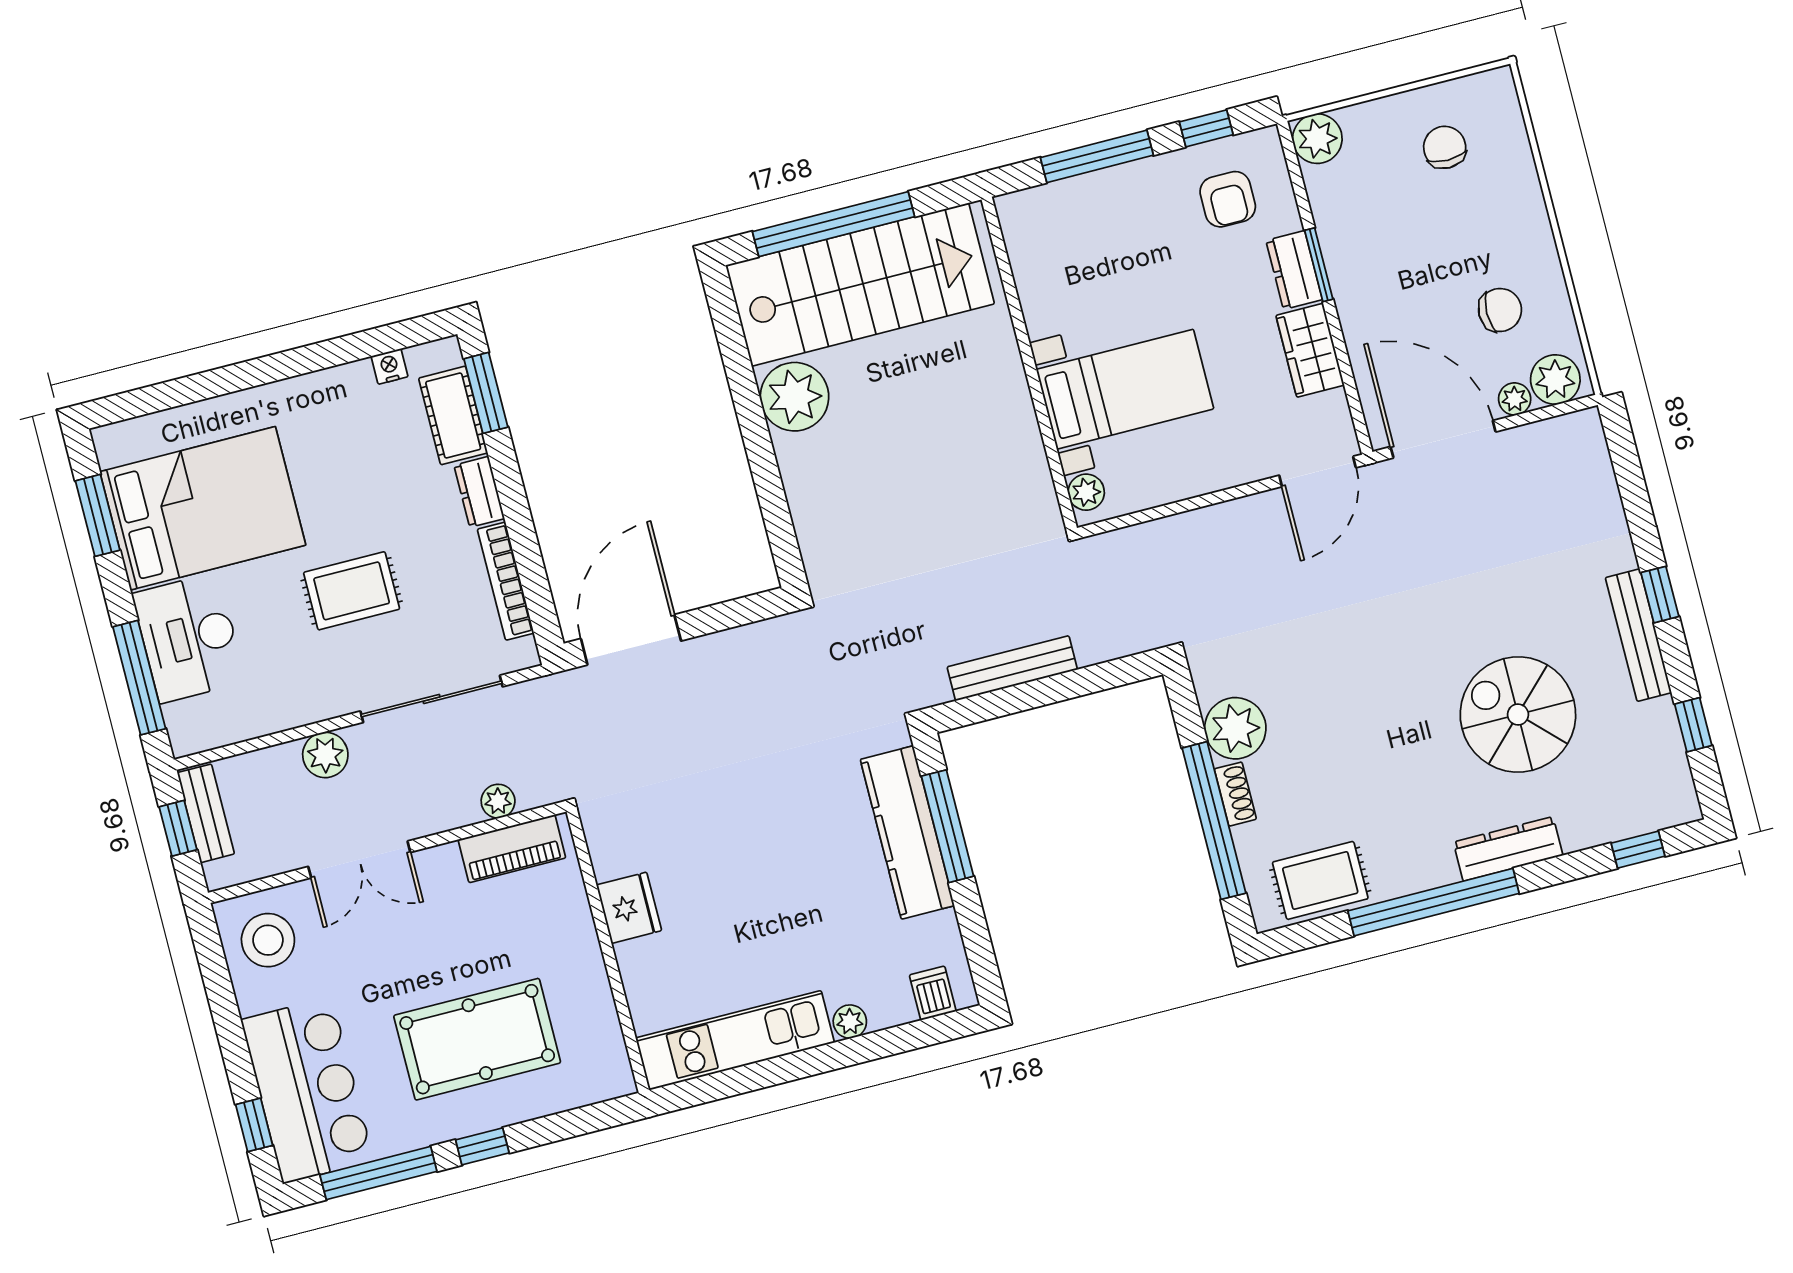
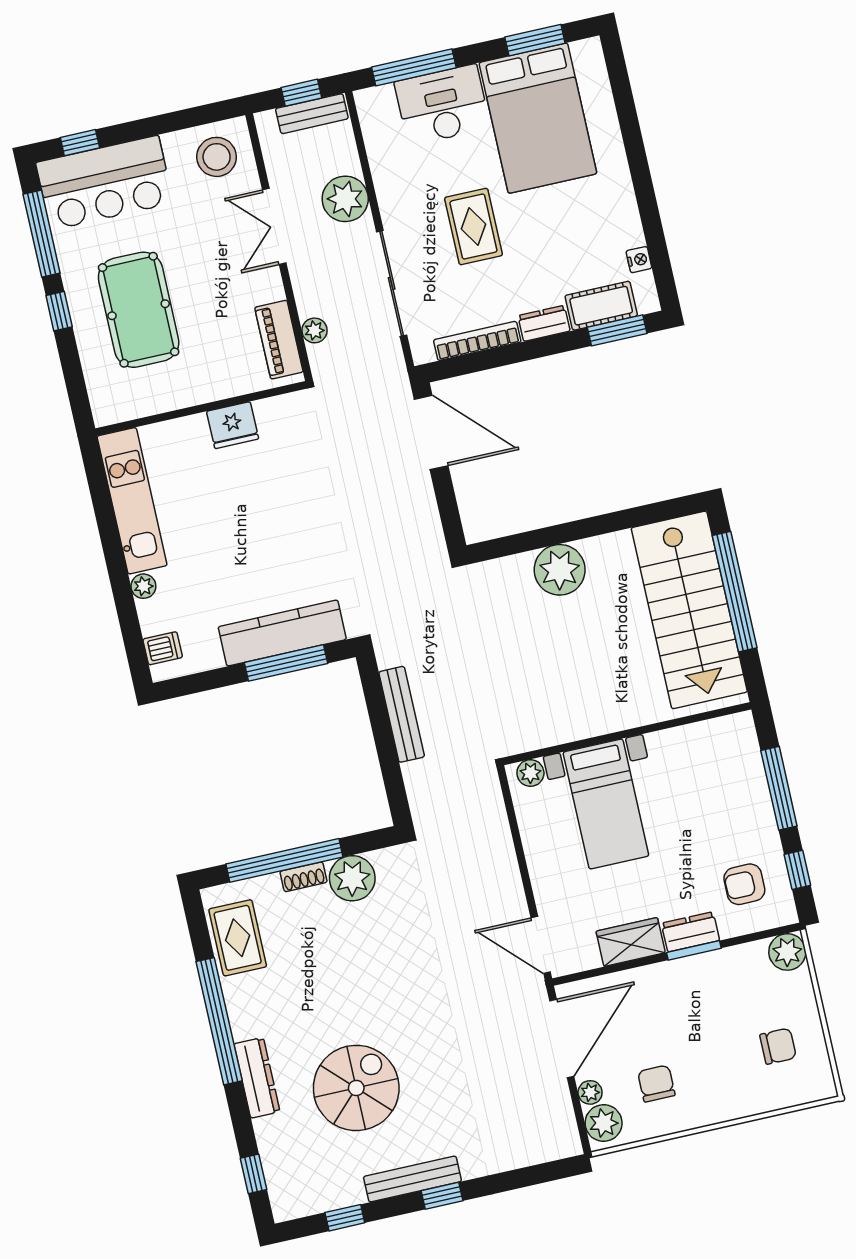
chair: (1500, 310) -> (656, 1084), turned 180
plant: (795, 397) -> (560, 570), moved
plant: (325, 755) -> (345, 199), width x1.36, depth x1.36

